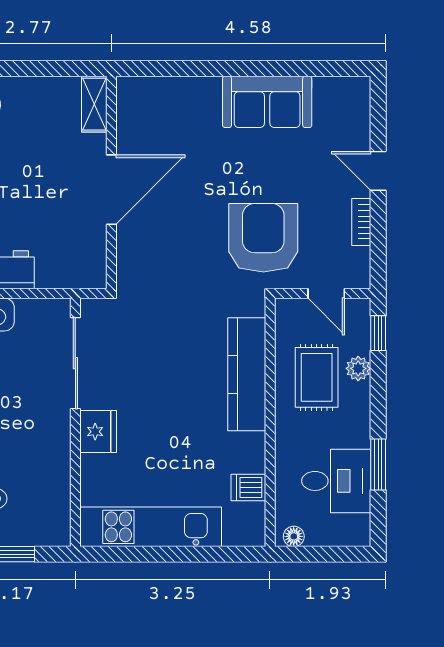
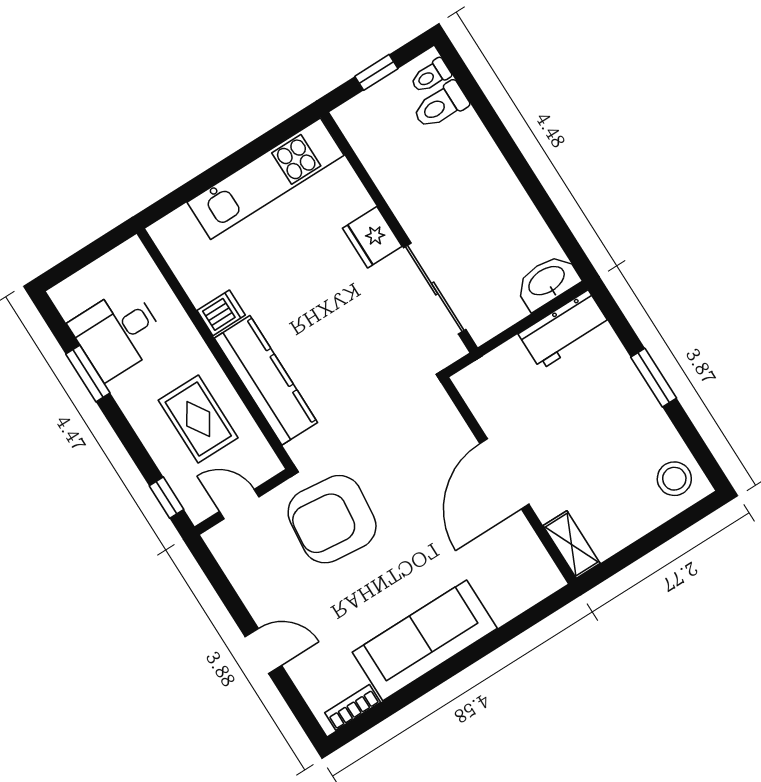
sofa: (267, 102) -> (425, 640), width x1.36
bookcase: (361, 222) -> (353, 707), moved, turned -90
armchair: (263, 238) -> (332, 519), turned 96
plant: (358, 368) -> (164, 452), removed
dishwasher: (248, 488) -> (221, 313), moved
floor lamp: (294, 536) -> (125, 255), removed

